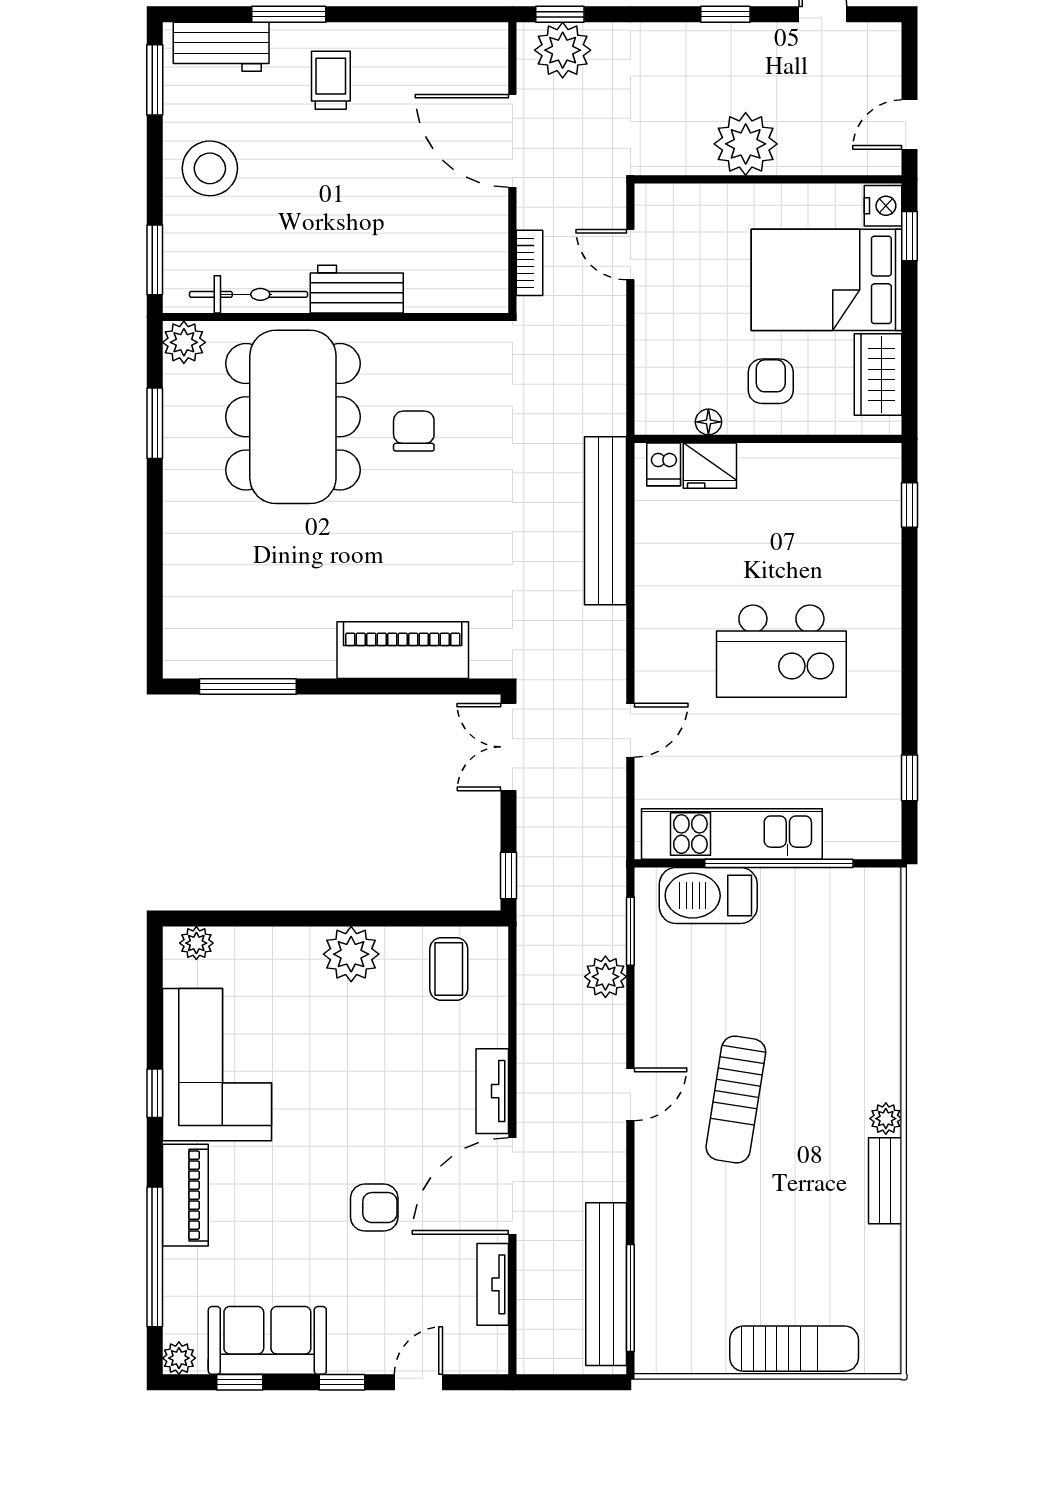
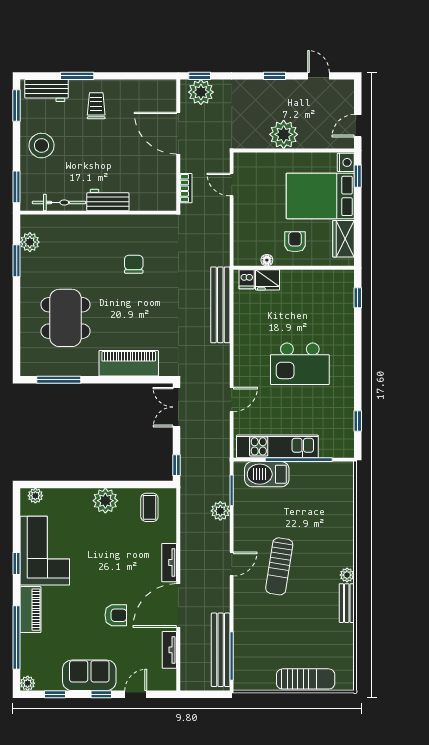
plant: (184, 342) -> (30, 242), moved
dining table: (293, 417) -> (66, 318), moved, width x0.73, depth x0.80
sofa: (267, 1340) -> (89, 675), moved

